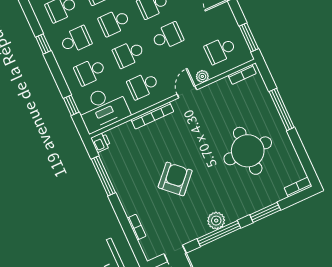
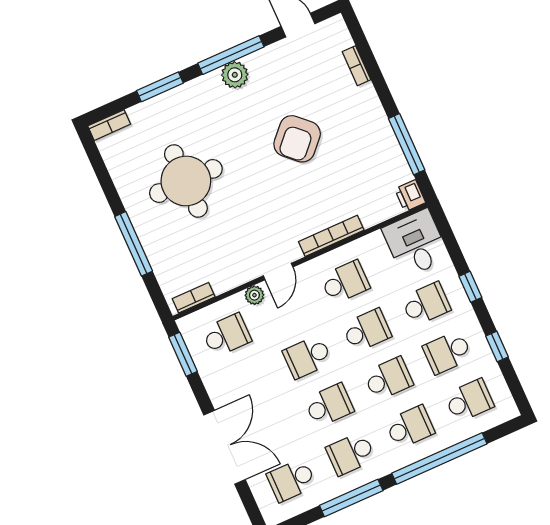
window: (71, 105) -> (470, 287), moved
desk: (103, 108) -> (416, 243), width x0.73

